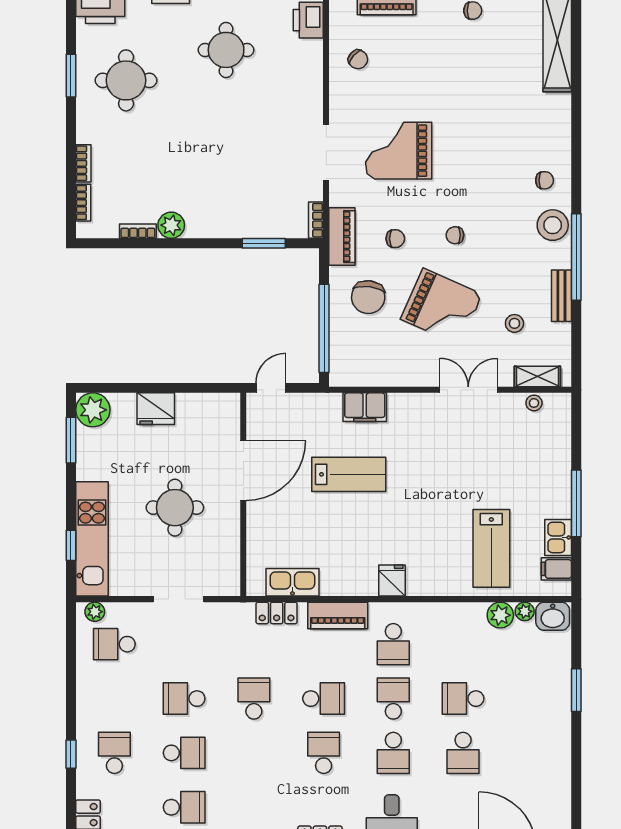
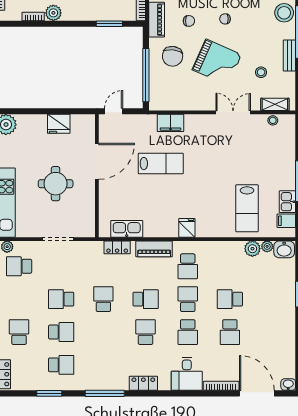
fridge: (156, 409) -> (59, 124), moved

